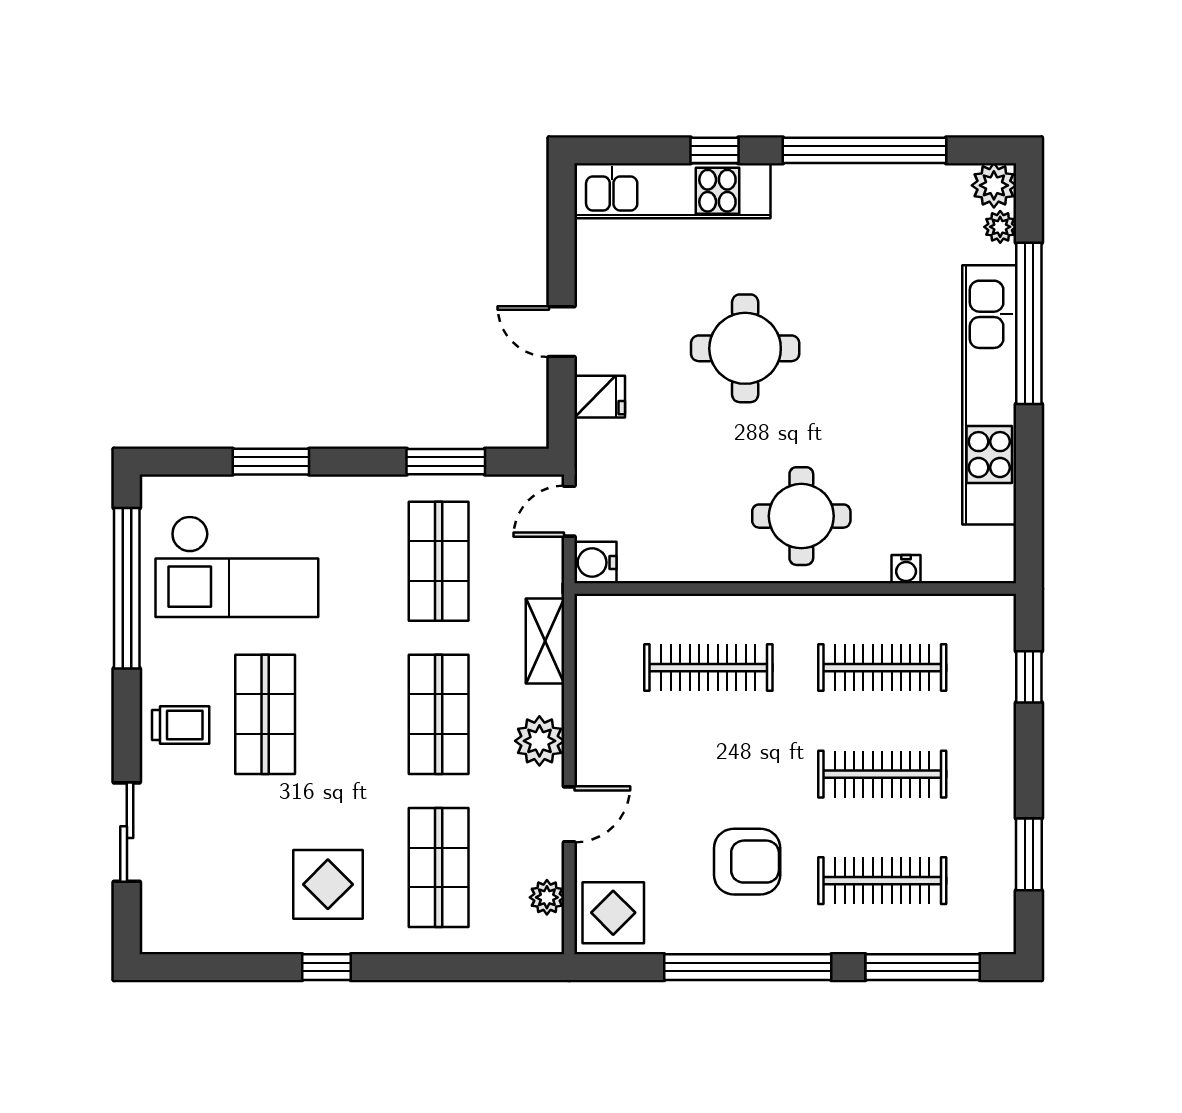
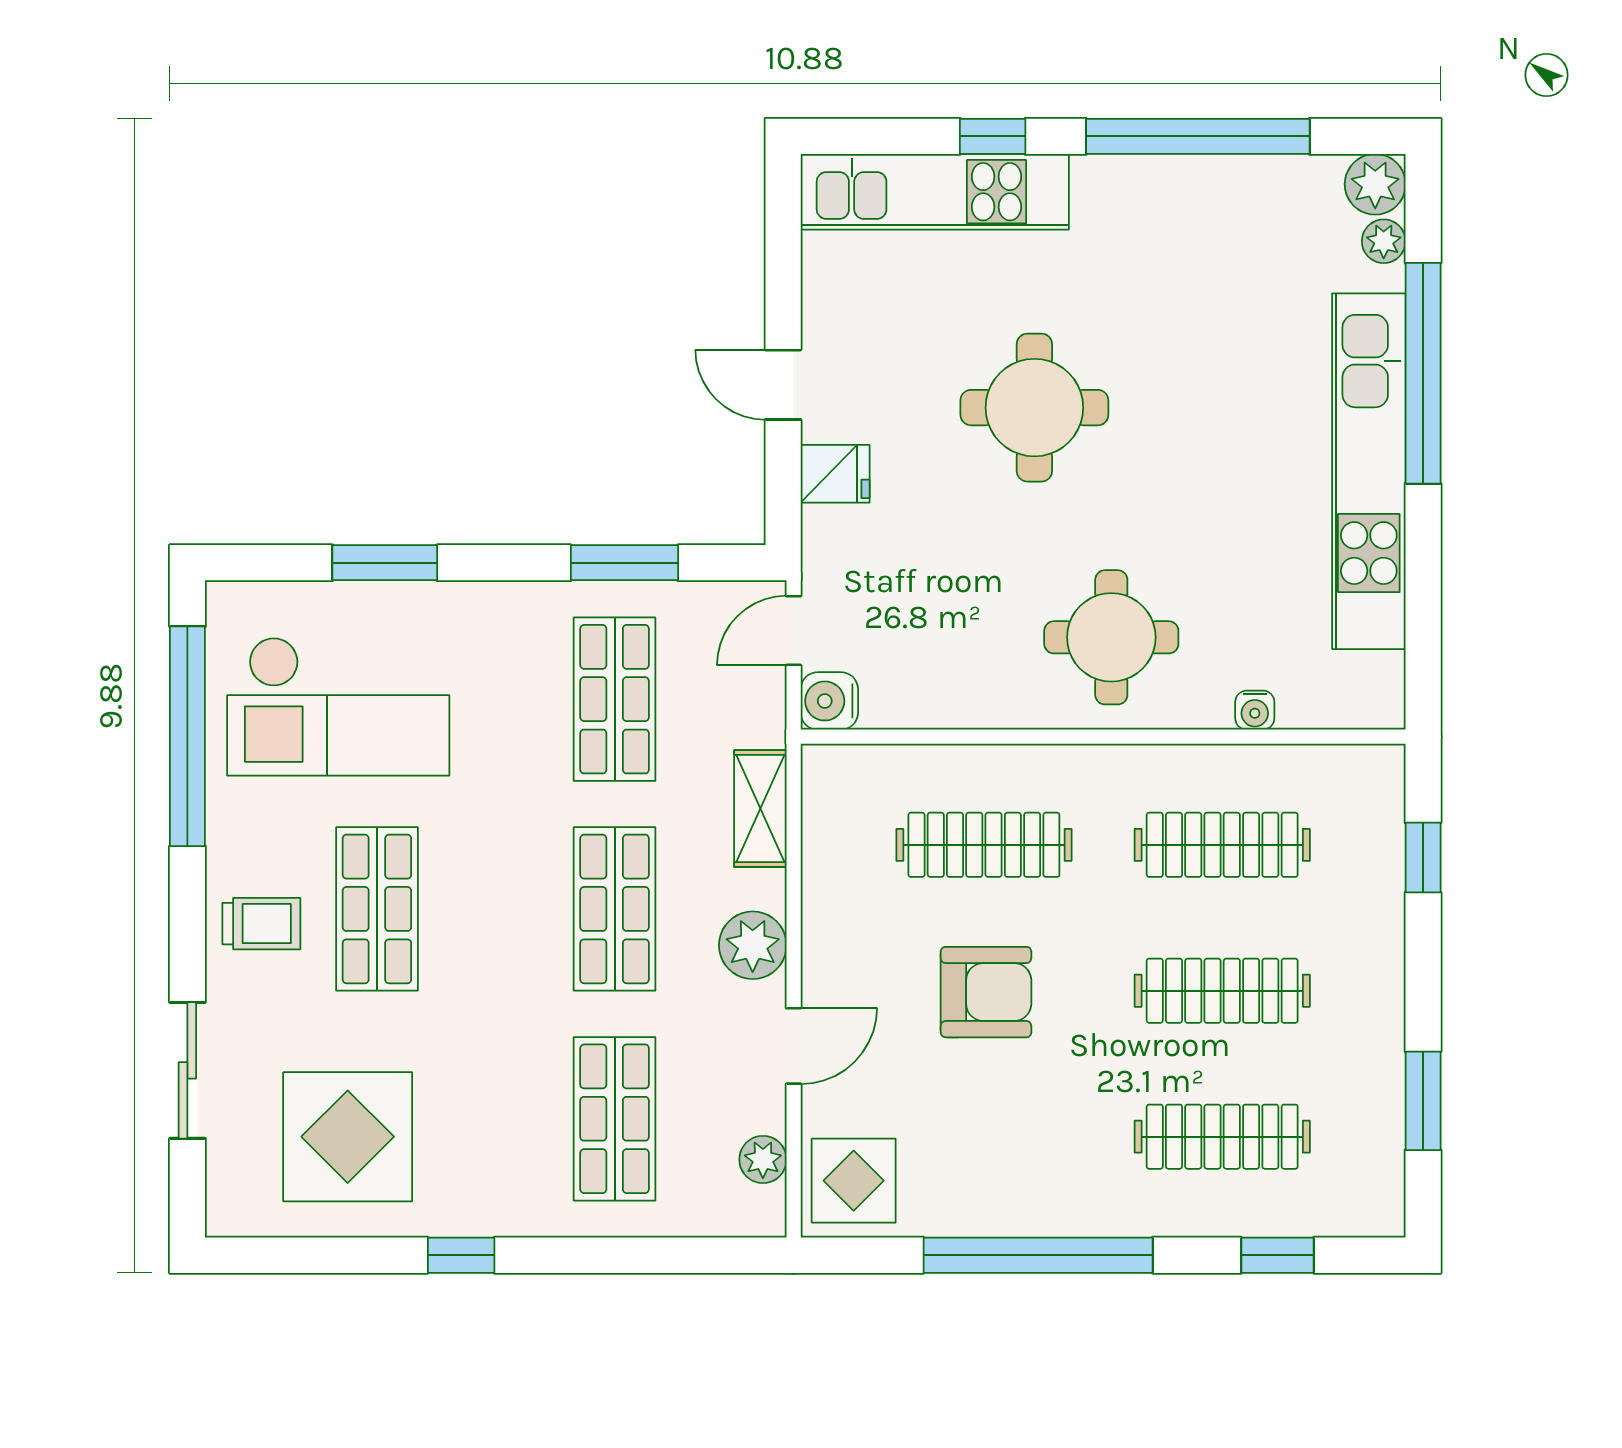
armchair: (747, 862) -> (986, 992), moved
display table: (328, 884) -> (348, 1137), moved, width x1.36, depth x1.36
window: (923, 967) -> (1277, 1255), width x0.46

